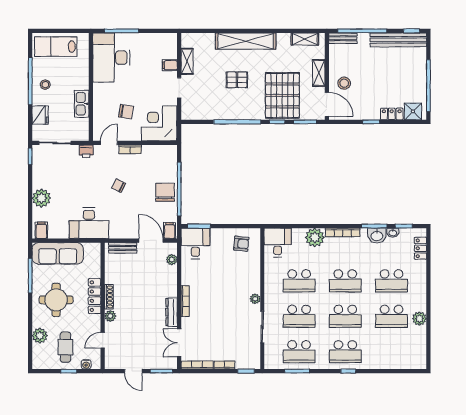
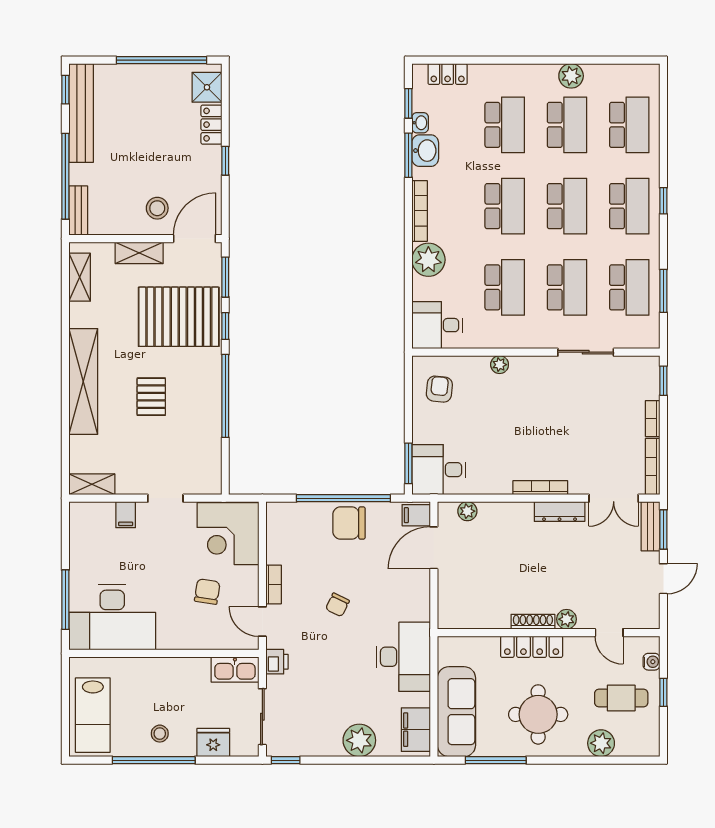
shelving: (187, 61) -> (92, 484), moved
kitchen sink: (82, 104) -> (235, 670), moved
filing cabinet: (41, 230) -> (416, 730), width x2.00
bench: (123, 248) -> (650, 526), moved
plant: (255, 299) -> (500, 365), moved
school desk: (392, 352) -> (629, 125), added

